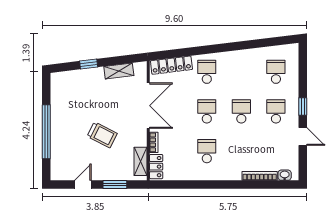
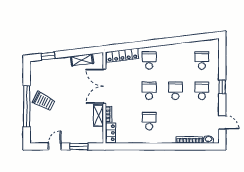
window: (89, 64) -> (48, 56), moved
double door: (148, 106) -> (104, 86), swing flipped
trolley: (102, 135) -> (44, 101), moved
door: (303, 137) -> (222, 122), moved
shelving: (140, 161) -> (98, 116), moved

